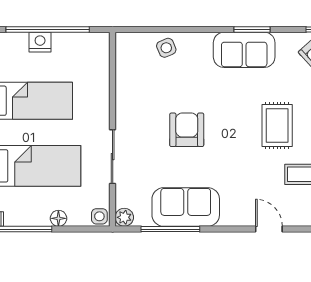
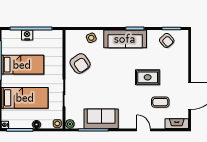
sofa: (244, 50) -> (125, 39), width x1.36
rug: (277, 126) -> (148, 77), turned 90
armchair: (187, 130) -> (80, 63), moved, turned 145

